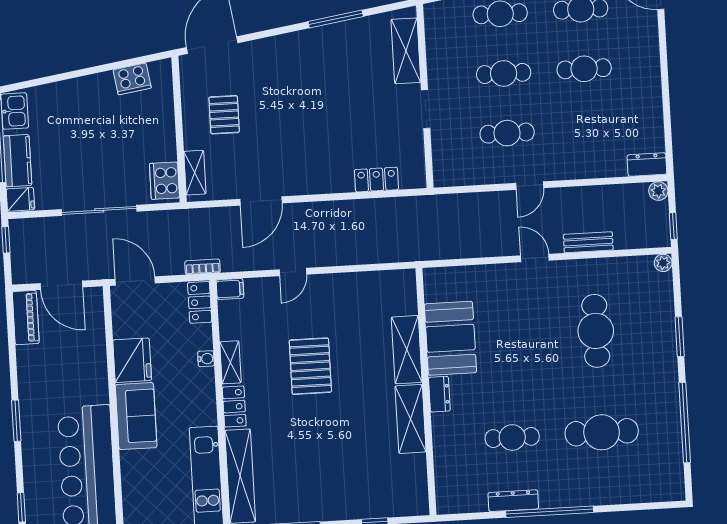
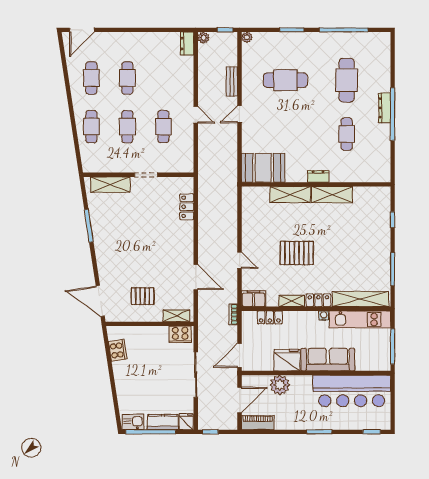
filing cabinet: (230, 289) -> (254, 299), width x2.00
locker: (200, 302) -> (270, 317), moved
booth: (450, 338) -> (263, 168), moved
plant: (90, 351) -> (280, 385), added
water cooler: (206, 359) -> (324, 316), moved
sofa: (136, 416) -> (328, 360), width x1.36
dresser: (513, 501) -> (385, 108), moved

